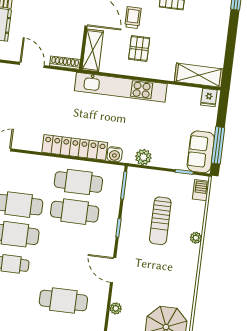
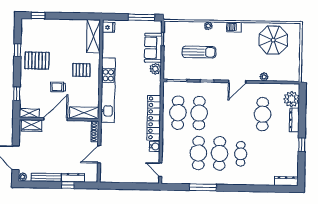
pallet: (139, 48) -> (81, 70), moved
sofa: (201, 152) -> (153, 48), moved, turned 90
water cooler: (115, 154) -> (155, 146), moved
barbecue: (201, 190) -> (234, 27), moved

